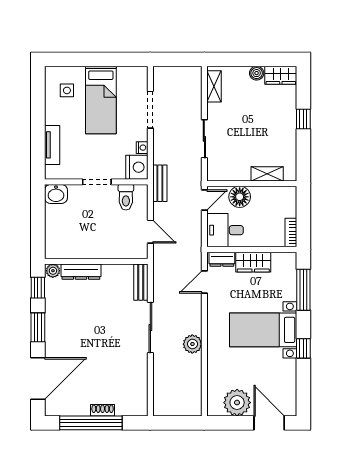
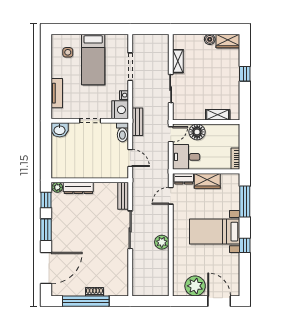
shelving: (214, 86) -> (178, 61), moved
toilet: (126, 197) -> (122, 132), moved

